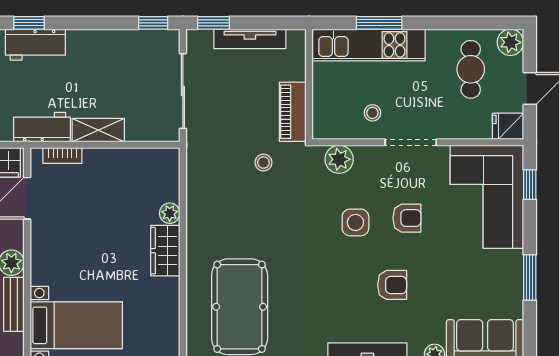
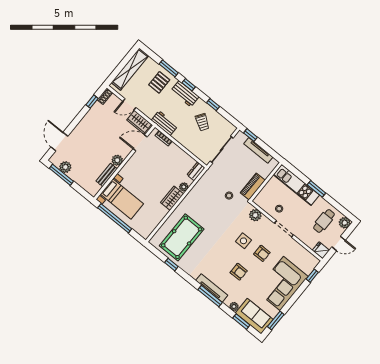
window: (153, 23) -> (213, 105), moved
window: (379, 23) -> (316, 189), moved
trolley: (108, 70) -> (202, 122), added
shelving: (98, 130) -> (183, 140), removed
dresser: (169, 167) -> (196, 171), added
corner sofa: (487, 197) -> (282, 284), moved
window: (530, 277) -> (276, 320), moved

